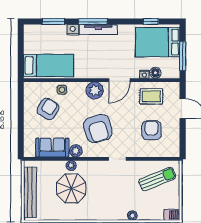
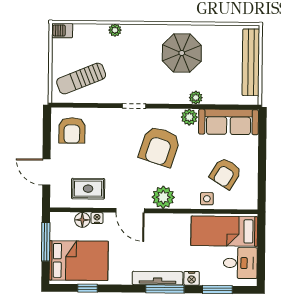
desk: (36, 42) -> (240, 263), added
door: (120, 80) -> (130, 211), swing flipped
armchair: (98, 129) -> (160, 146), turned -146
armchair: (152, 130) -> (72, 130), moved
sofa: (52, 148) -> (228, 122), width x1.36
parasol: (71, 188) -> (182, 53), moved

